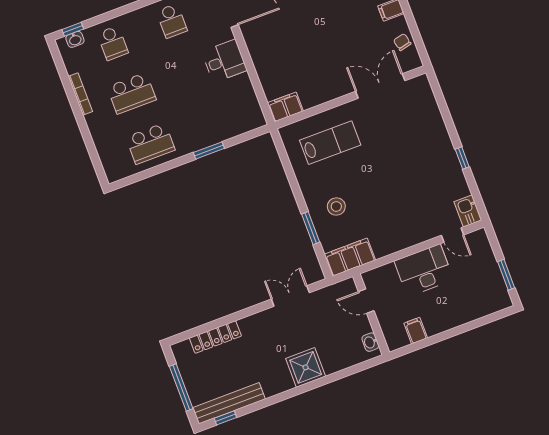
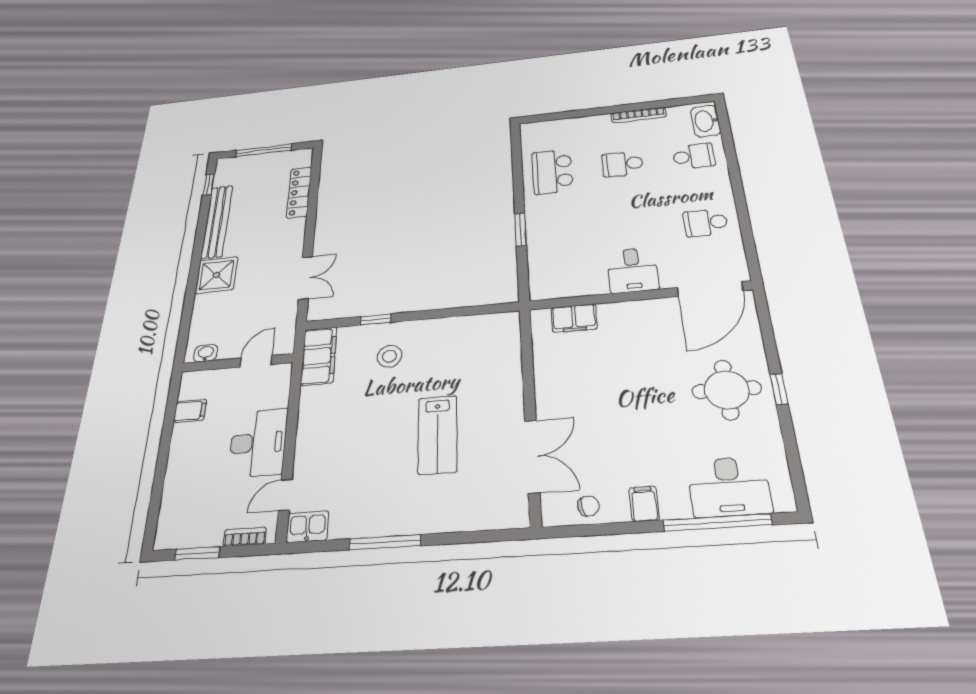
window: (73, 29) -> (723, 120), removed
washbasin: (75, 39) -> (706, 121), width x1.91, depth x1.45
school desk: (113, 43) -> (694, 156), turned 180
school desk: (132, 93) -> (622, 164), width x0.54
filing cabinet: (285, 107) -> (574, 318), moved, turned 90
lab bench: (330, 143) -> (438, 434), moved
window: (462, 158) -> (385, 542), width x2.17
window: (311, 228) -> (376, 319), width x0.67
bookcase: (487, 249) -> (245, 537), added
bench: (229, 403) -> (217, 222), moved

